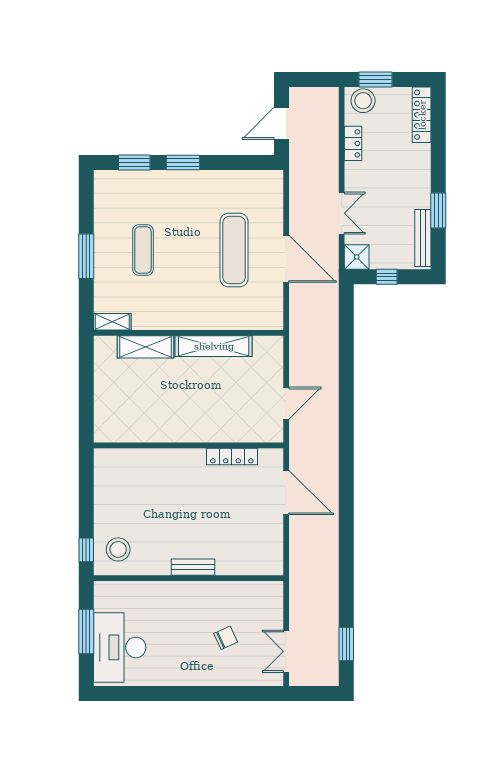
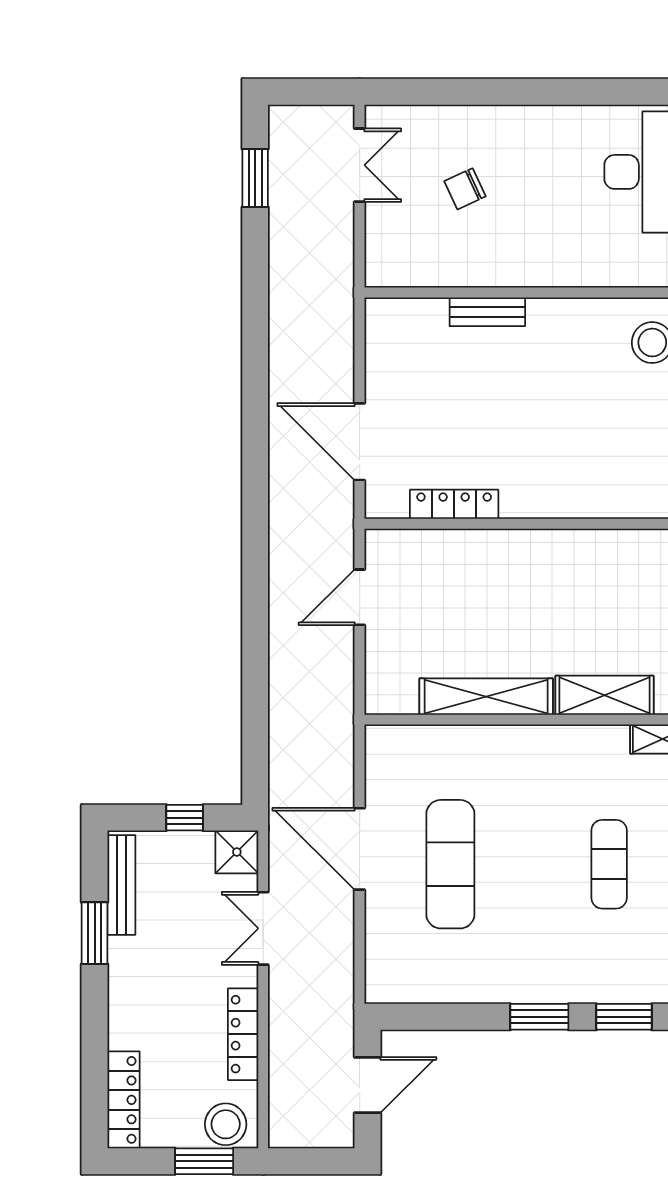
locker: (353, 143) -> (243, 1034), width x1.53
bench: (193, 567) -> (487, 312), moved

